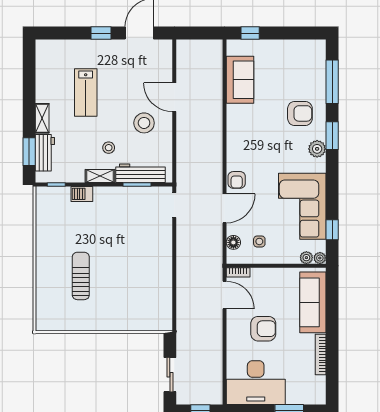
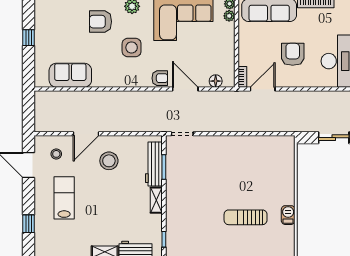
window: (101, 33) -> (29, 224), moved
window: (250, 33) -> (29, 38), moved
lab bench: (86, 92) -> (64, 198), moved, turned -90
armchair: (300, 113) -> (100, 22), turned -90
stool: (109, 148) -> (56, 154), moved
barbecue: (82, 194) -> (288, 215), moved, turned 180
side table: (259, 241) -> (132, 47), moved, width x1.87, depth x1.87

